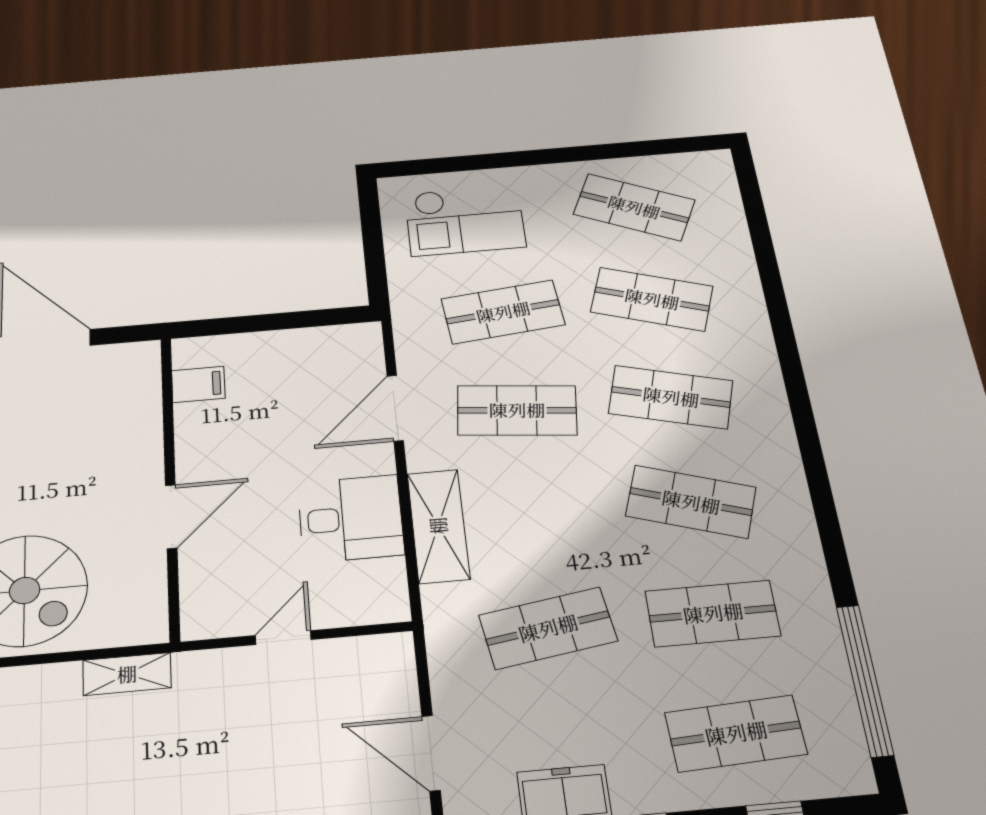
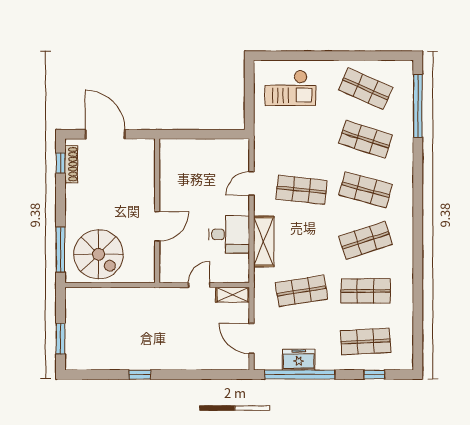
shop shelf: (503, 312) -> (301, 139), removed
filing cabinet: (198, 384) -> (170, 163), removed
door: (395, 408) -> (251, 184), width x0.73
shop shelf: (691, 502) -> (366, 240), turned -36
shelving: (127, 674) -> (233, 295), moved
window: (865, 680) -> (418, 106), moved

